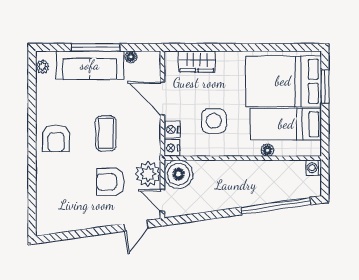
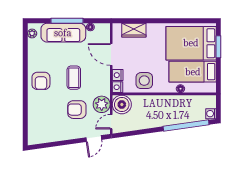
side table: (214, 121) -> (144, 81), moved
washing machine: (314, 168) -> (211, 114), moved
door: (162, 200) -> (111, 122), hinge flipped

